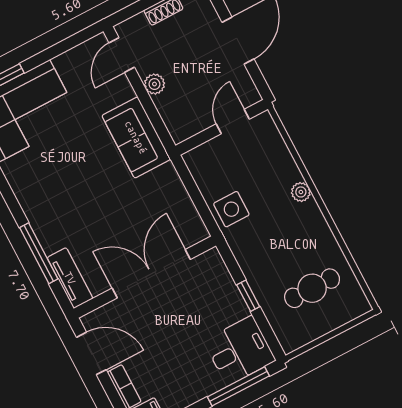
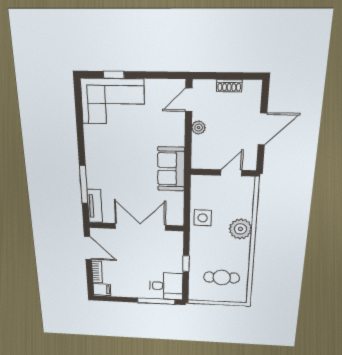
sofa: (136, 137) -> (171, 169), moved
plant: (301, 192) -> (240, 229), width x1.87, depth x1.87

